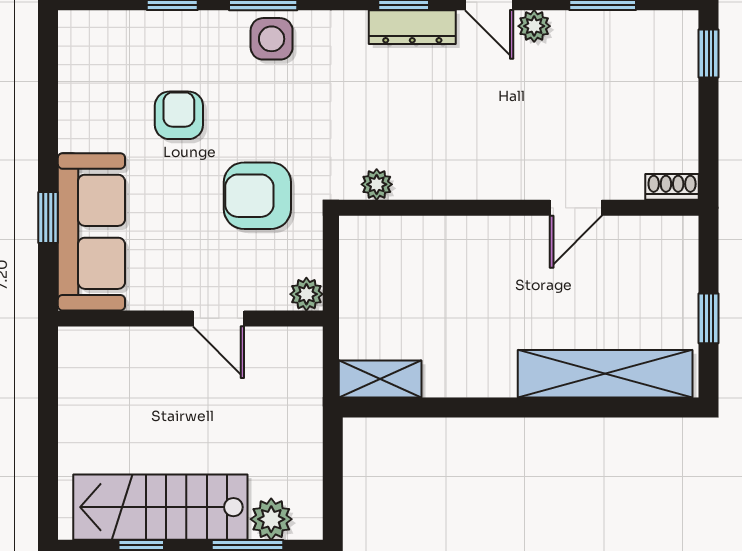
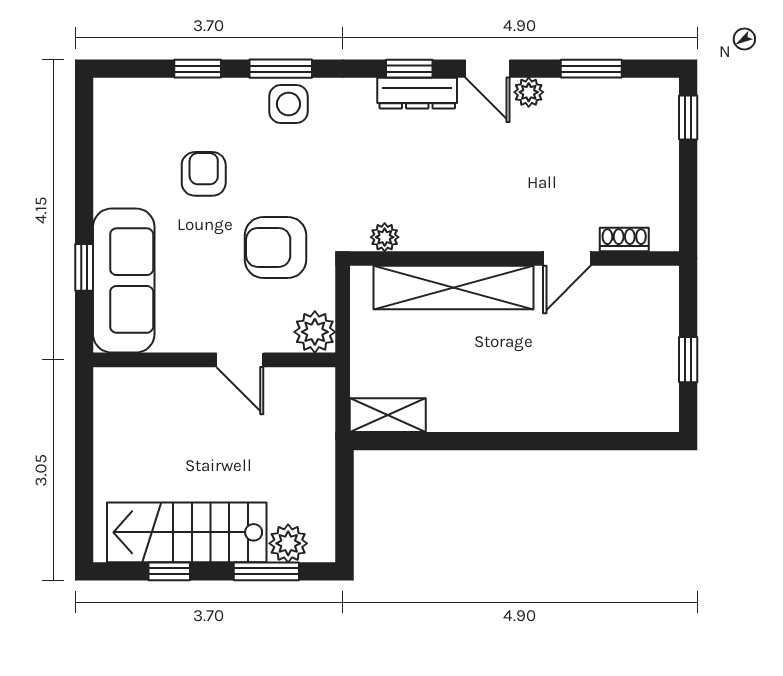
shoe rack: (672, 187) -> (624, 239), moved
plant: (306, 294) -> (315, 332), width x1.38, depth x1.38
shelving: (605, 374) -> (453, 287), moved

